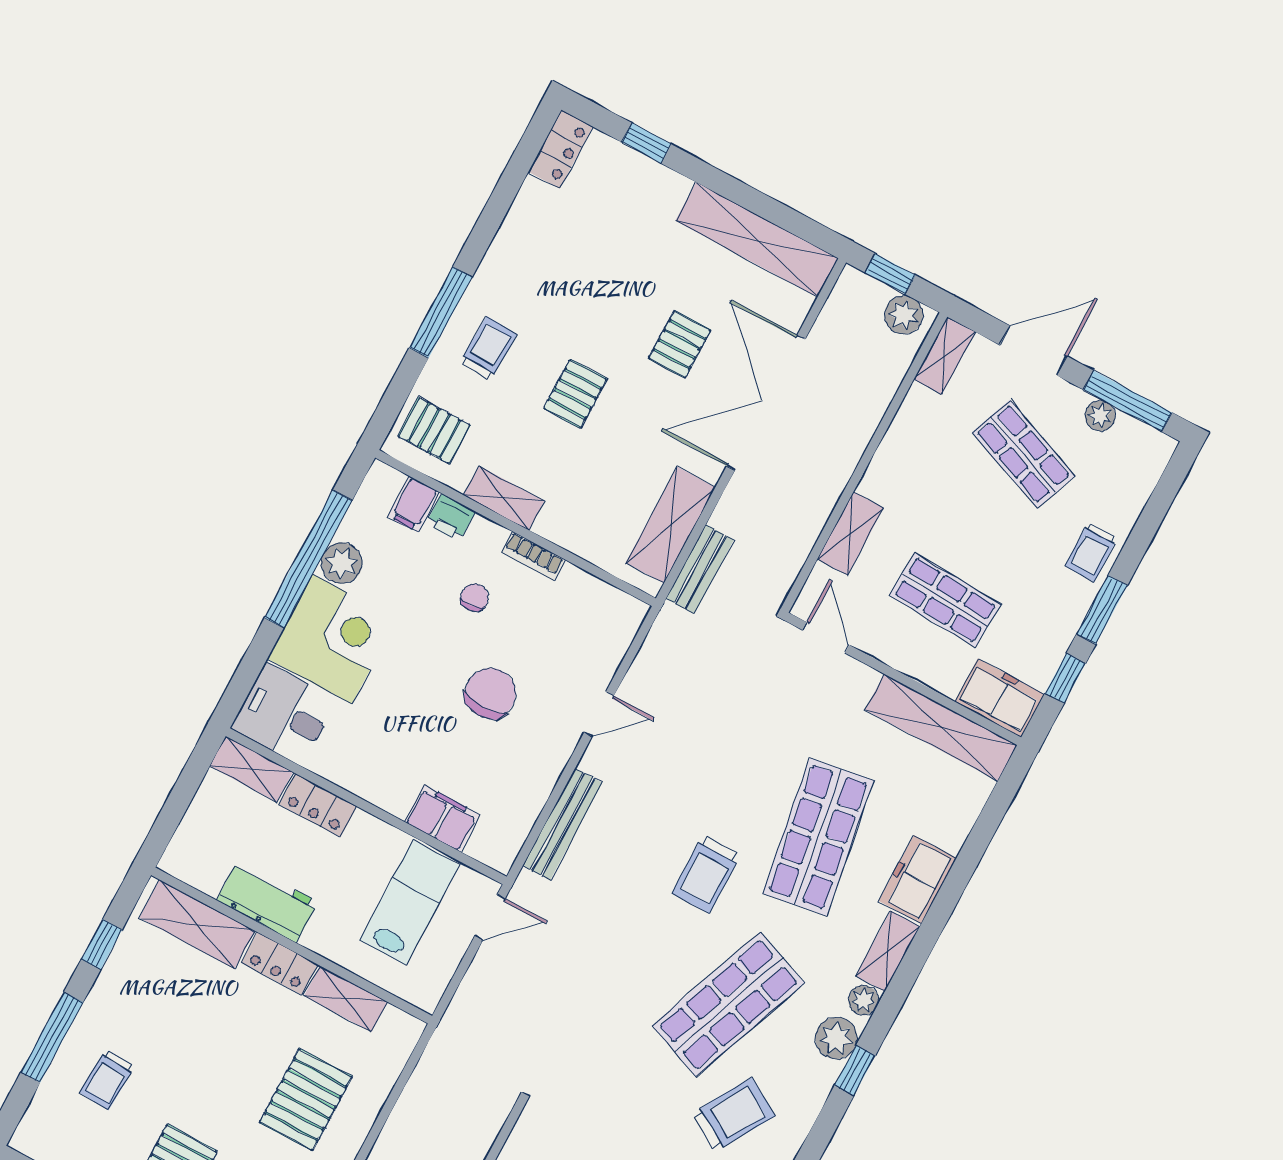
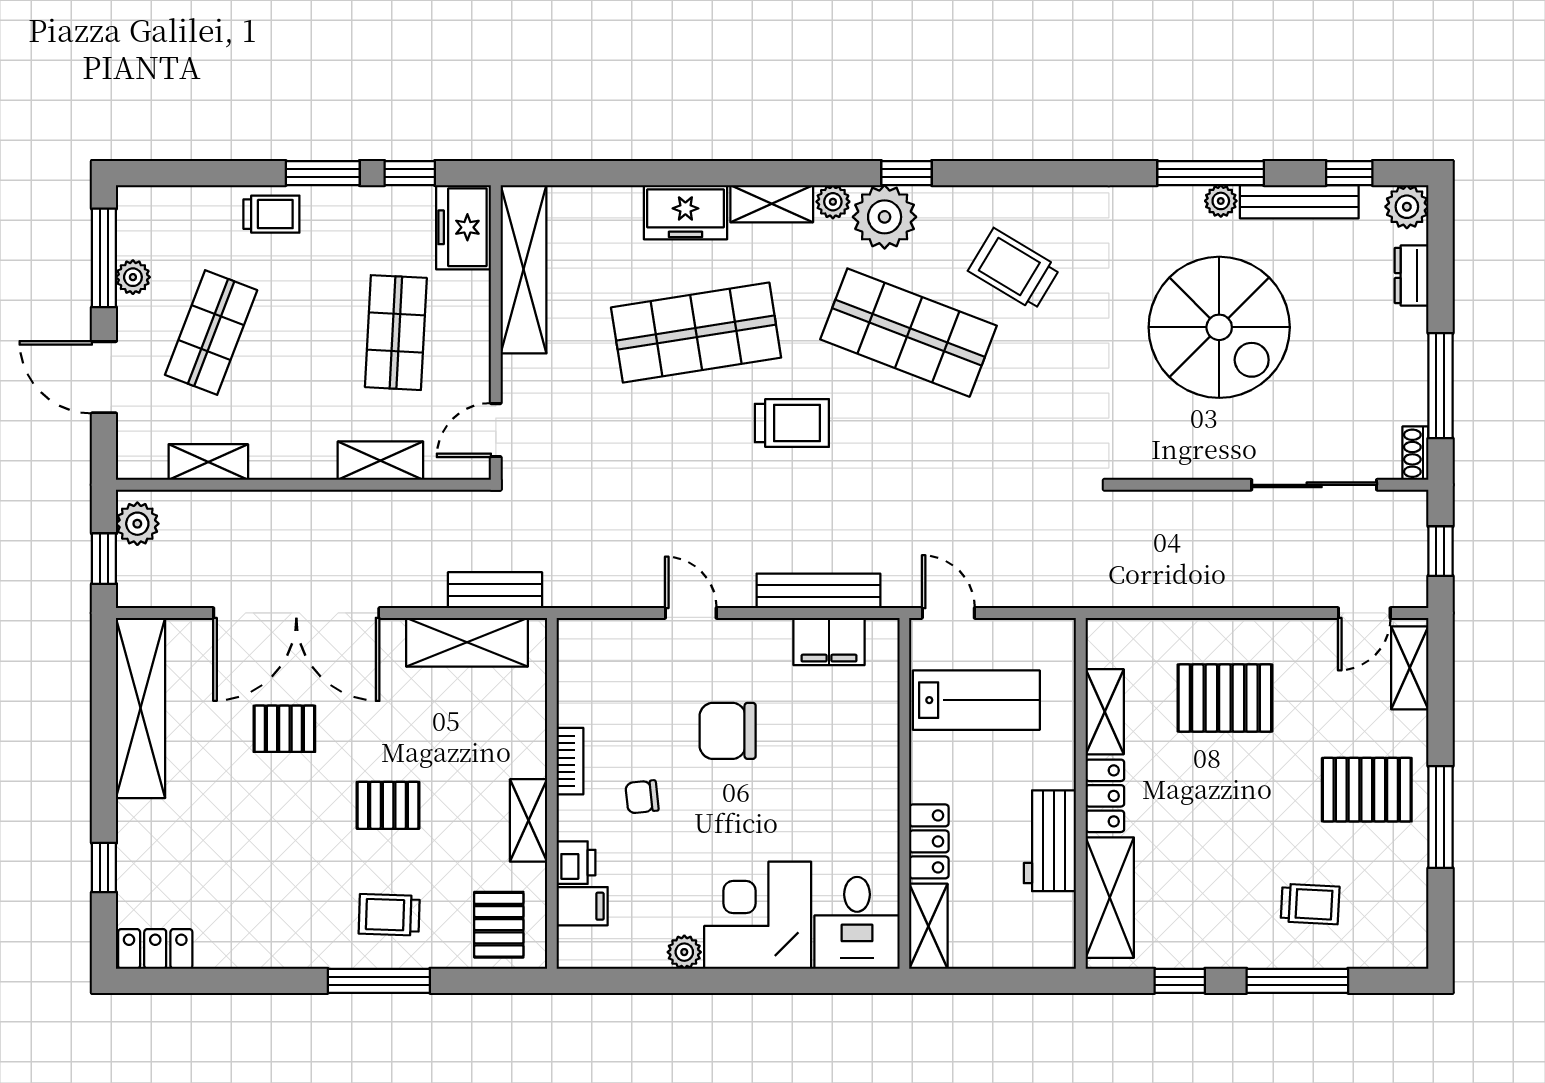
shelving: (945, 356) -> (208, 462), moved
window: (308, 559) -> (692, 981), removed
plant: (342, 563) -> (684, 952), width x0.73, depth x0.73
filing cabinet: (442, 818) -> (829, 641), moved, turned -90
lab bench: (409, 903) -> (976, 700), turned 180
plant: (836, 1038) -> (885, 217), width x1.36, depth x1.36

